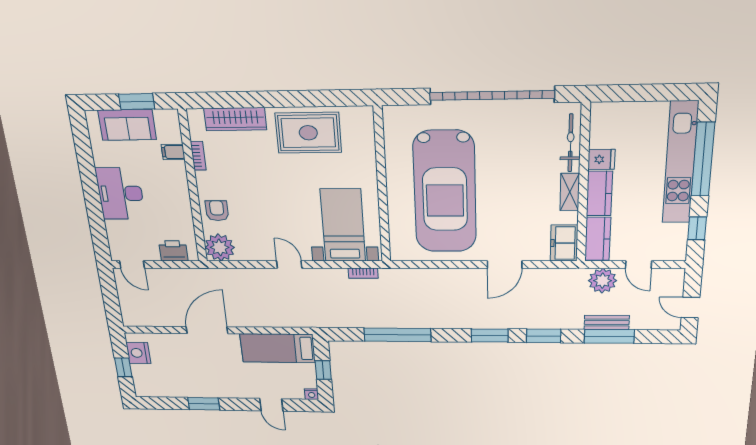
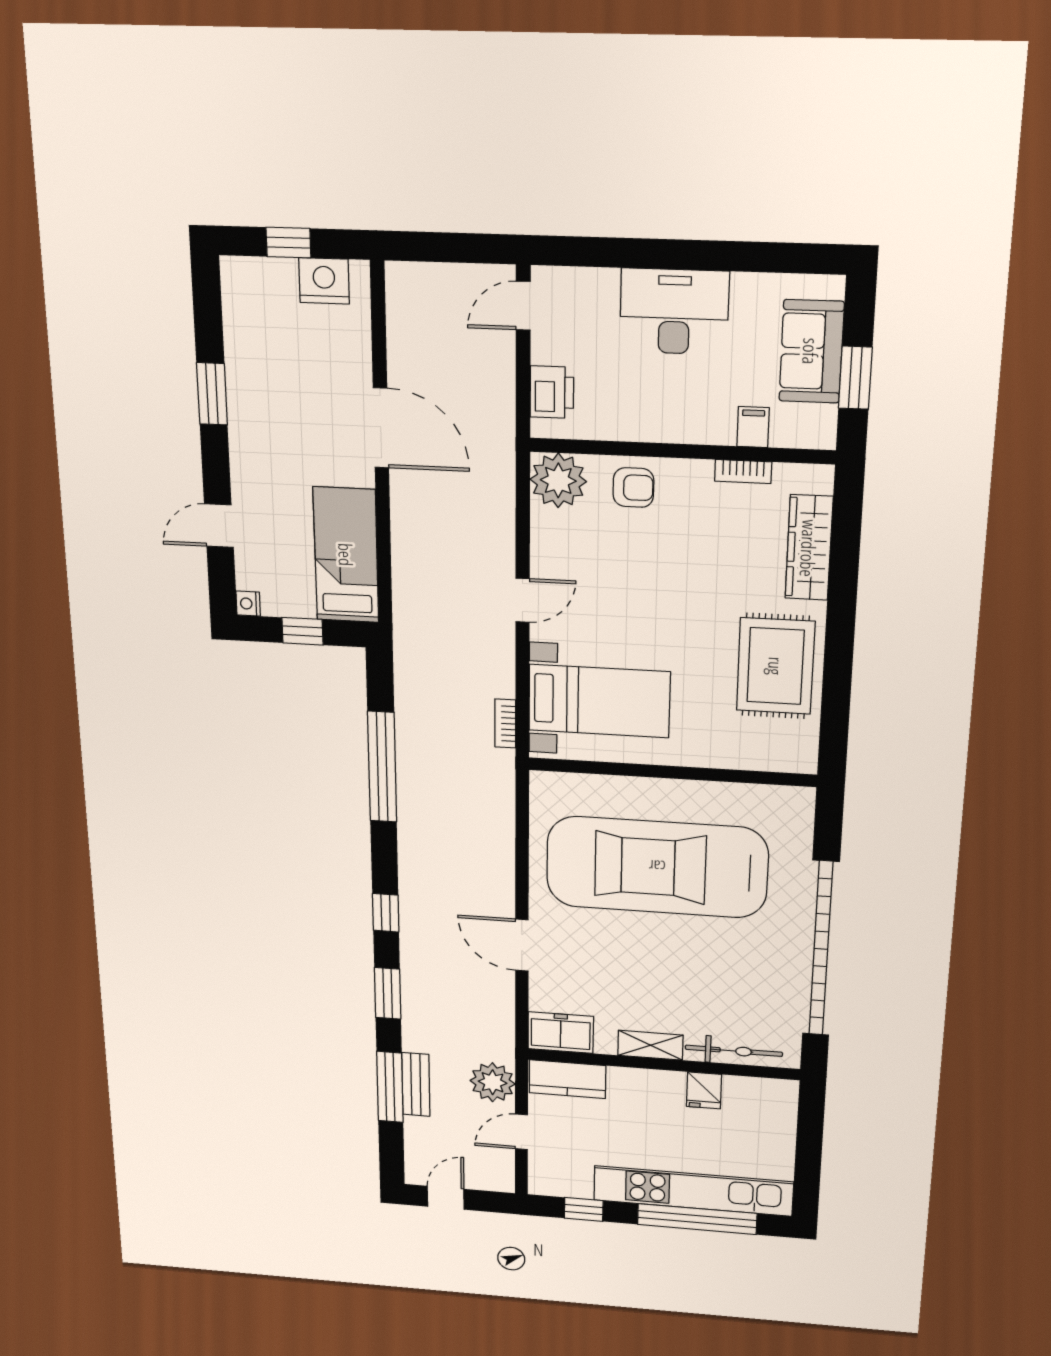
kitchen counter: (599, 193) -> (646, 1085), removed
window: (490, 335) -> (386, 913), width x0.67

